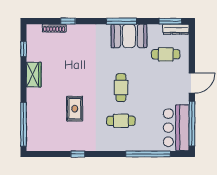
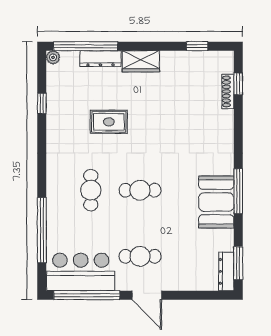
window: (68, 21) -> (238, 84), moved
cafe table: (166, 54) -> (140, 256), moved, turned 90
wardrobe: (34, 75) -> (141, 61), moved
dresser: (32, 114) -> (100, 59), added
plant: (31, 146) -> (53, 57), added
window: (78, 154) -> (42, 103), moved

